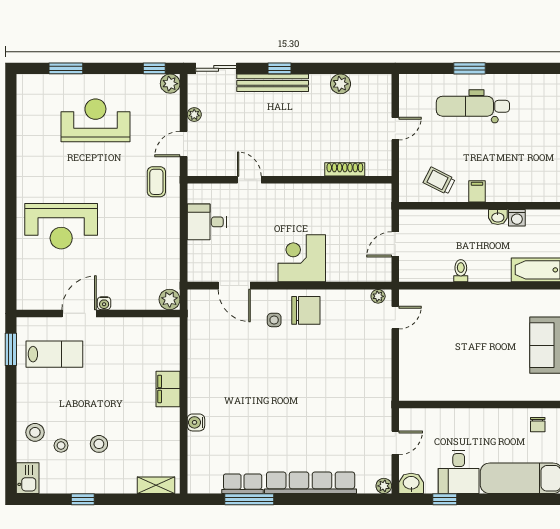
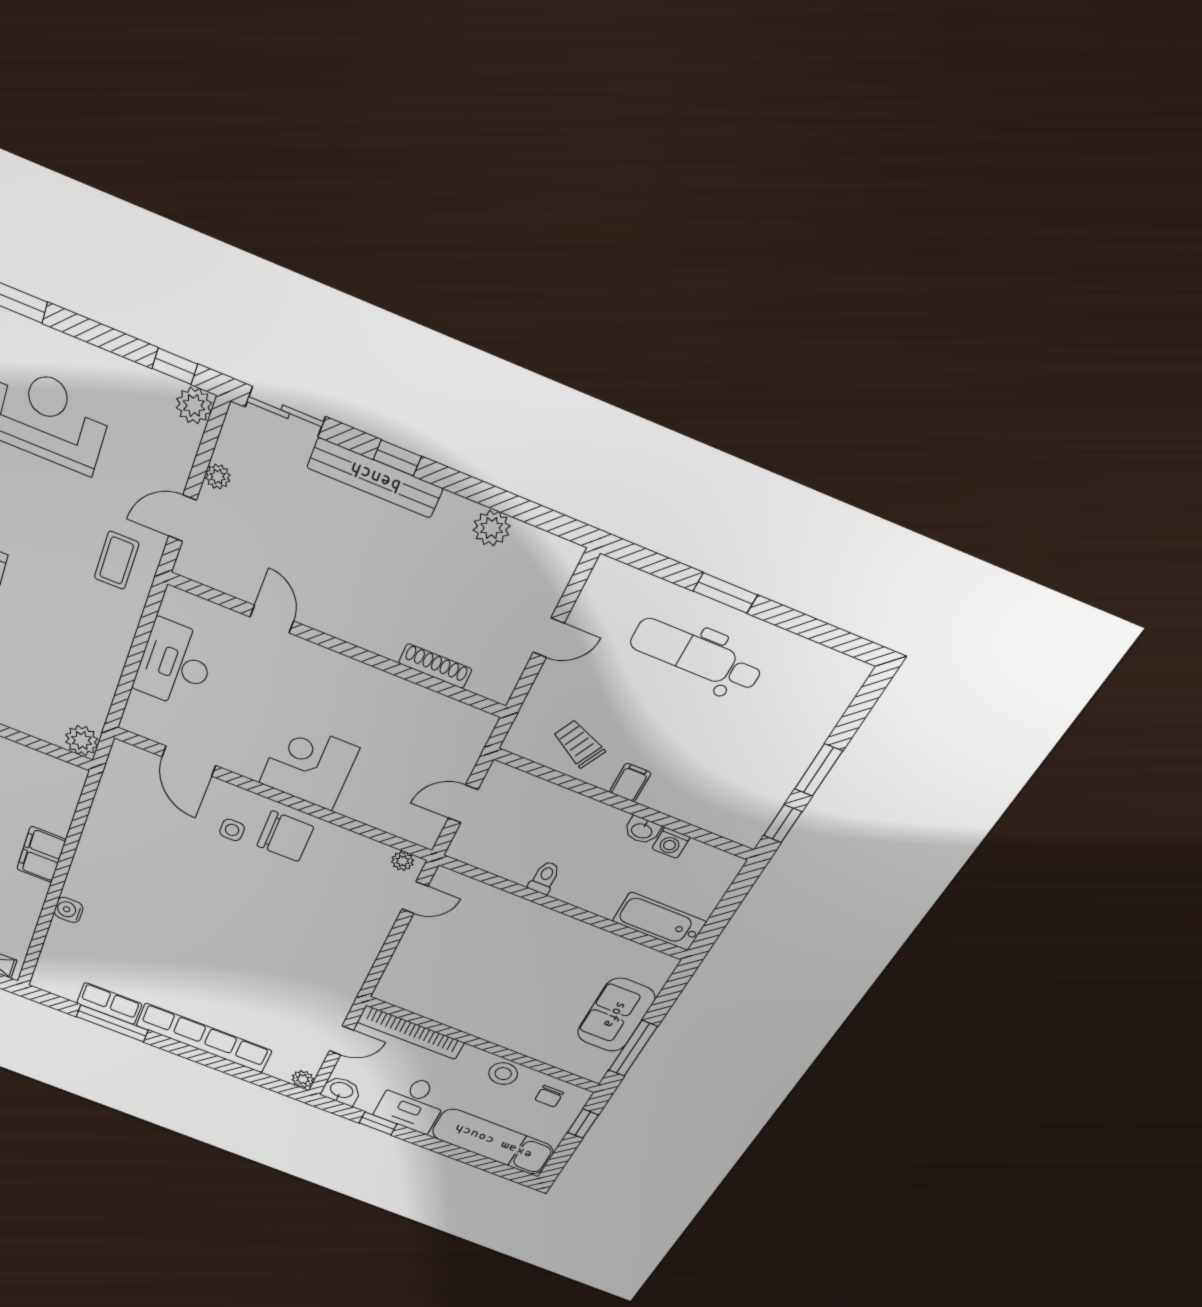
desk: (207, 222) -> (175, 664), width x1.37
bookcase: (434, 416) -> (411, 1032), added
stool: (503, 421) -> (503, 1074), added

